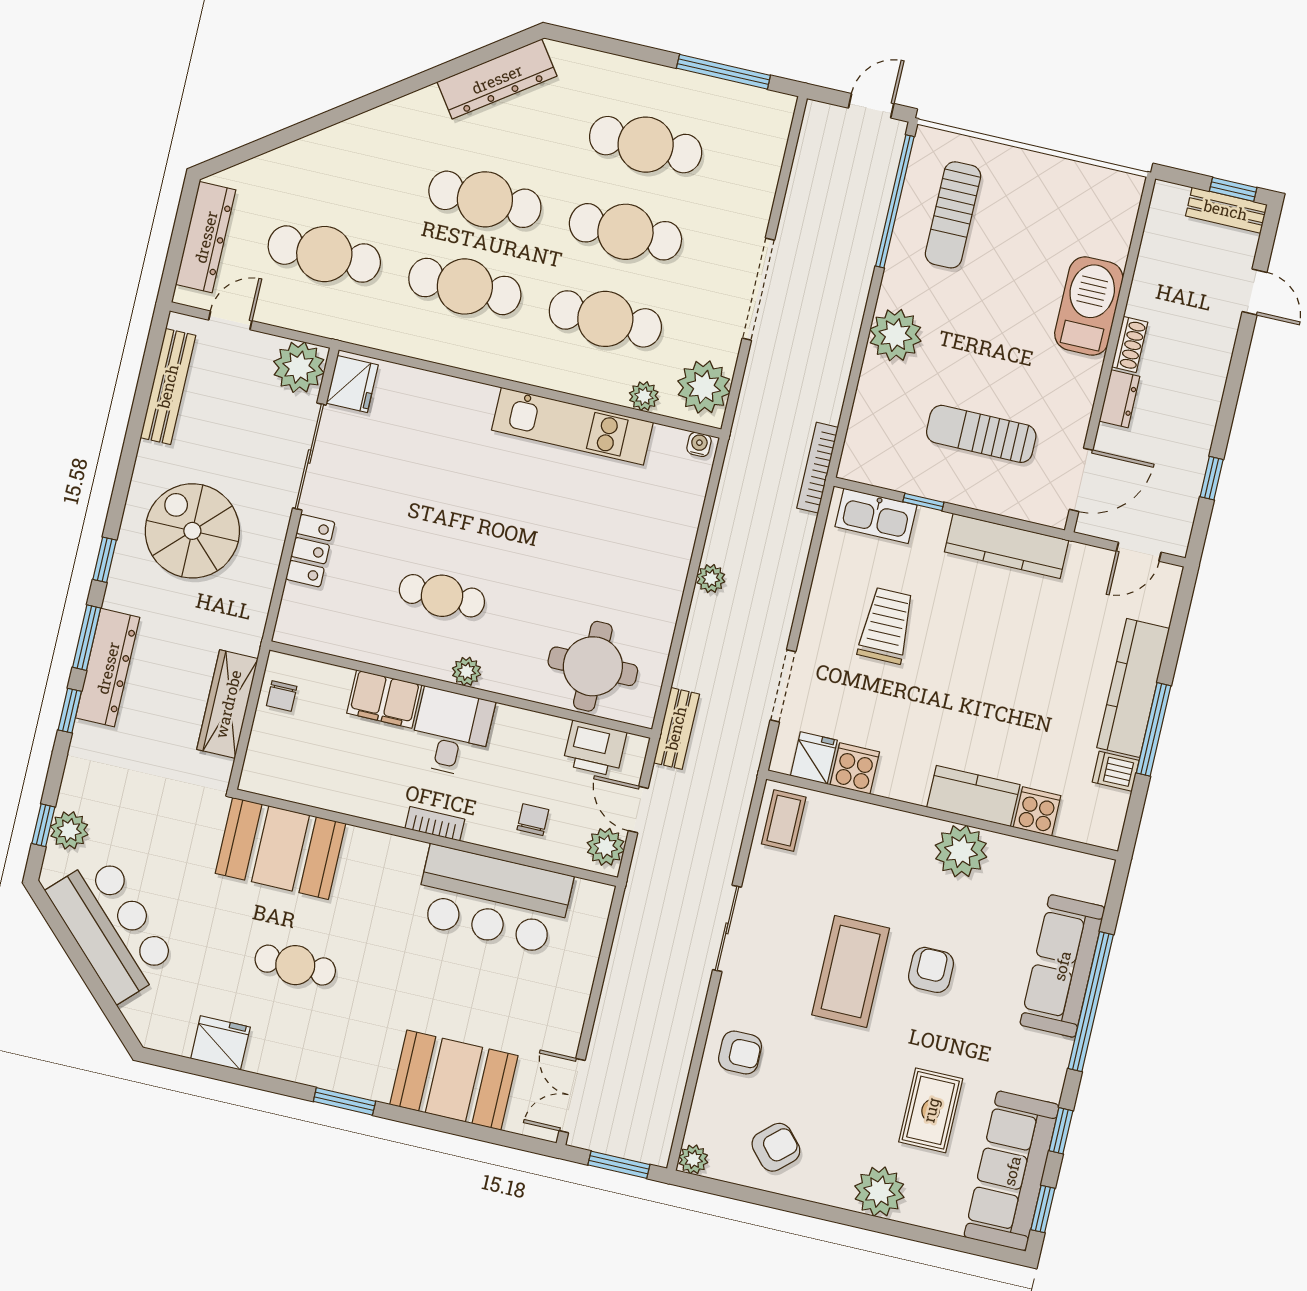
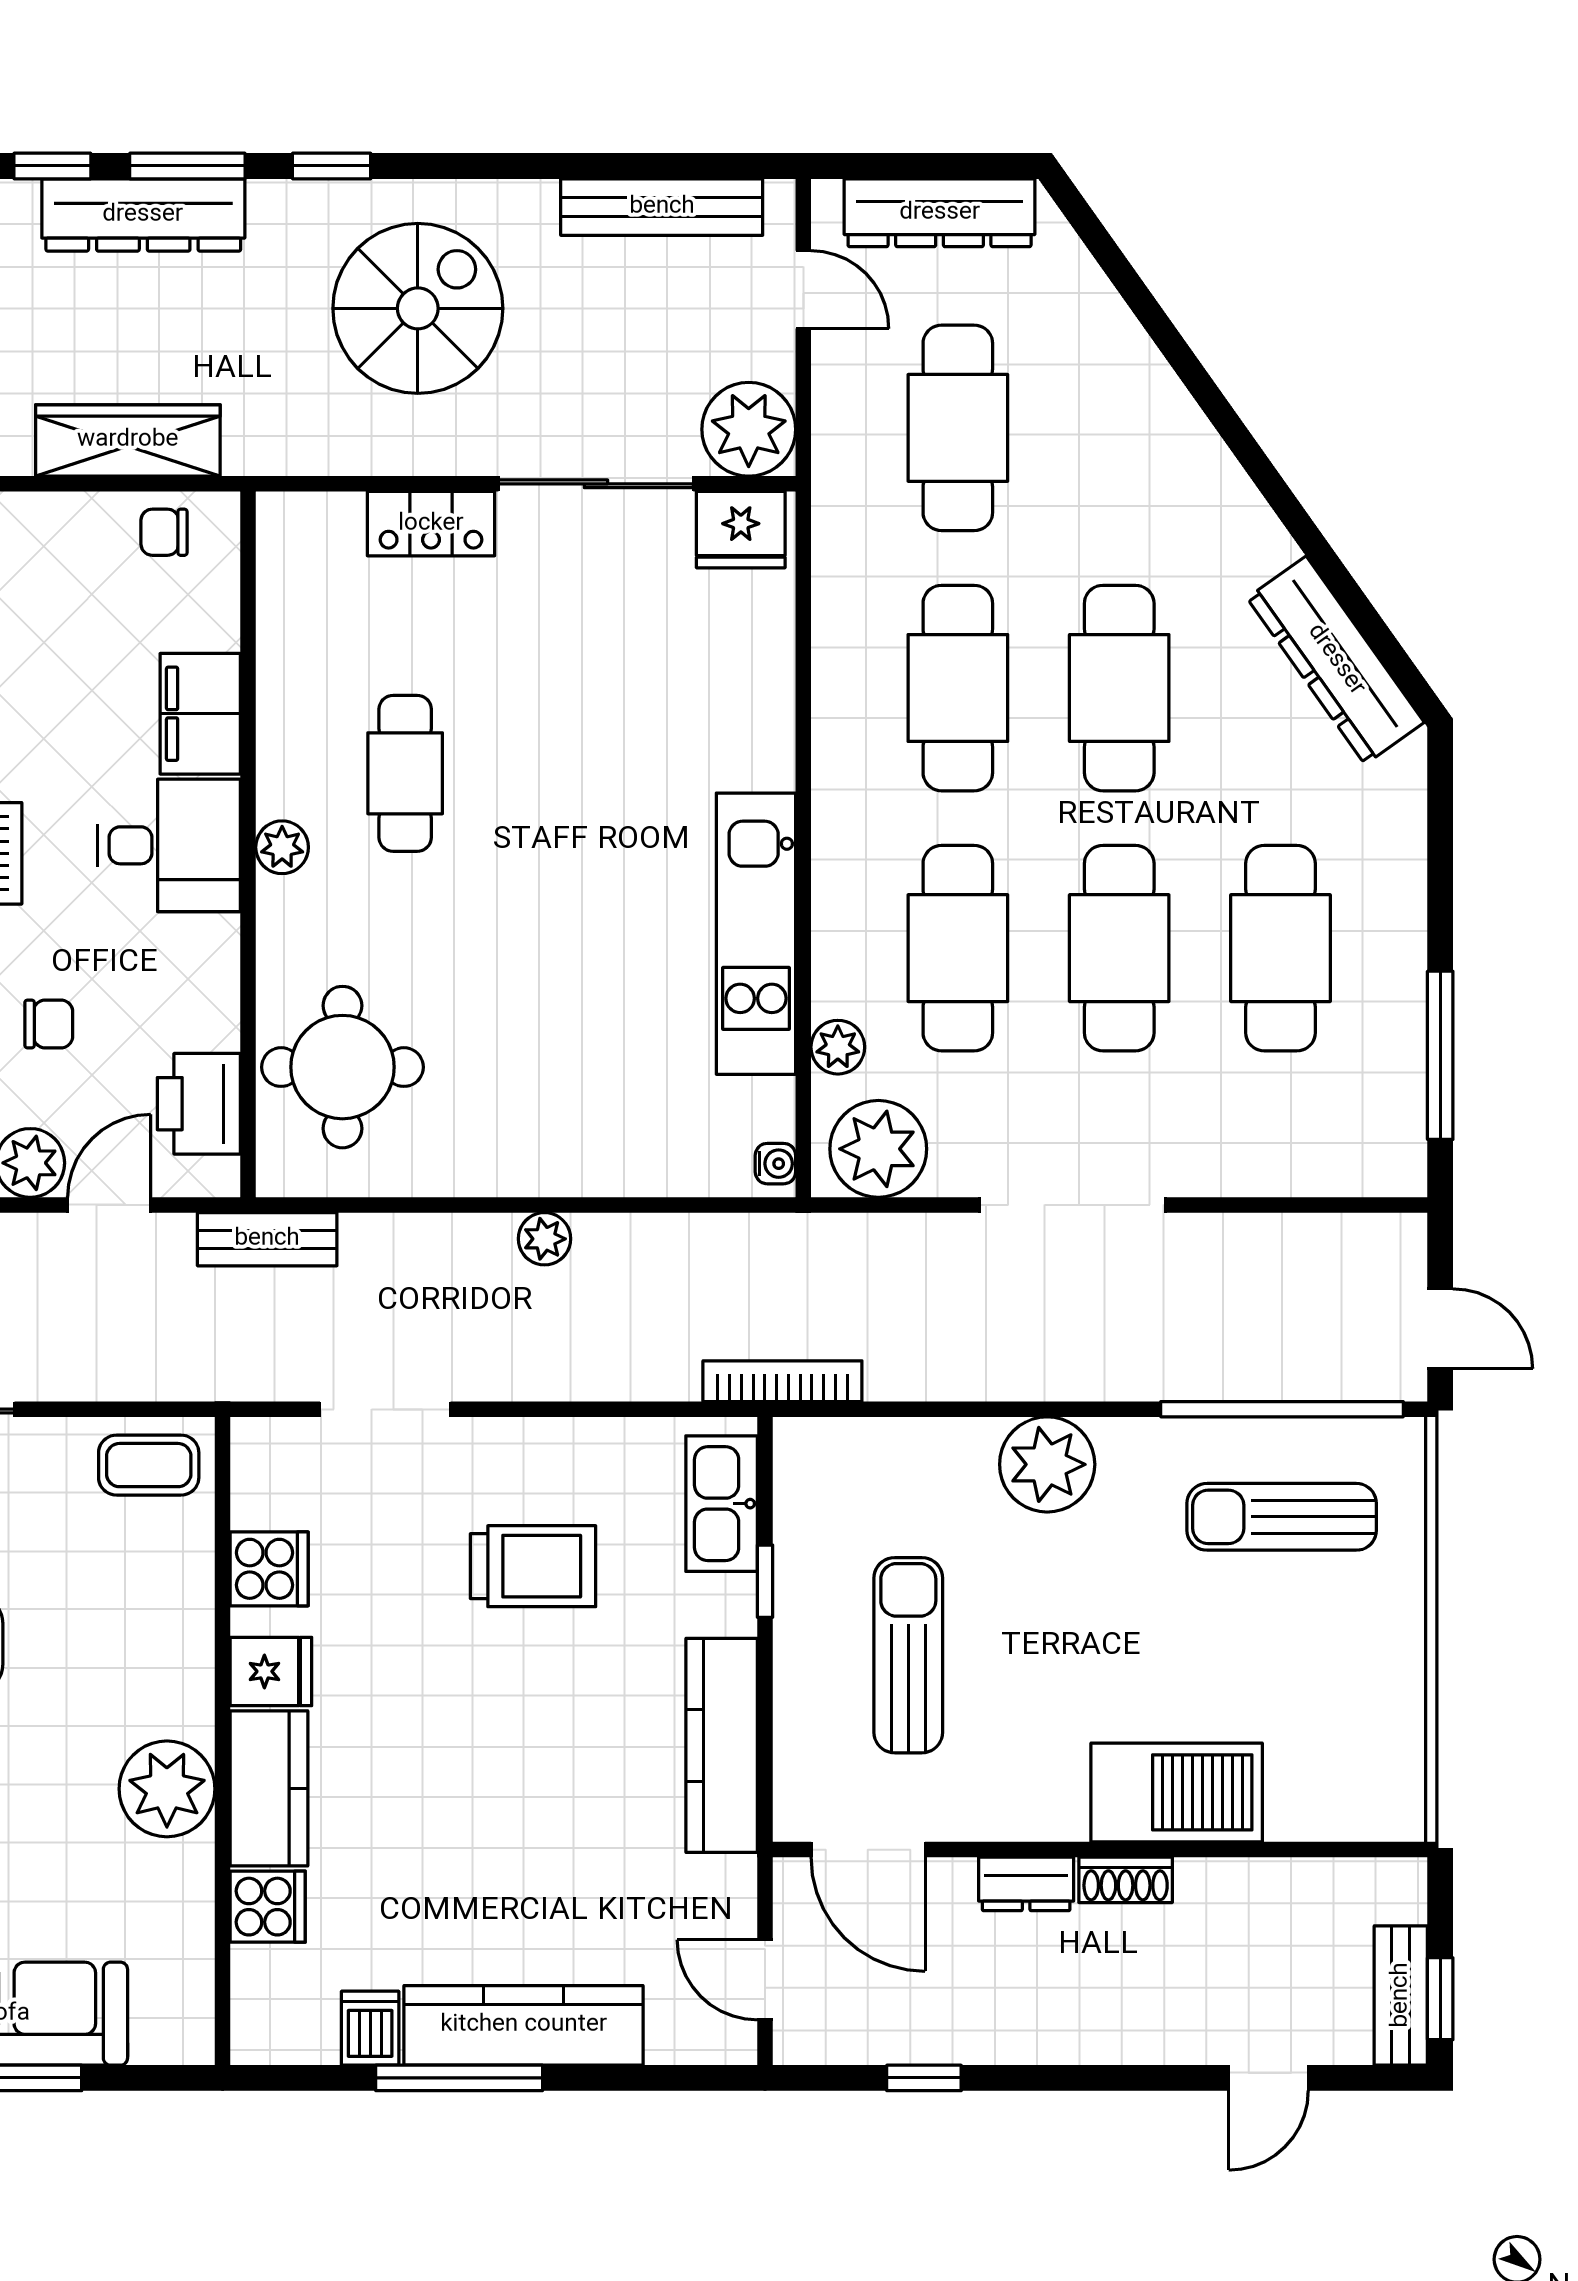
fridge: (814, 758) -> (271, 1671), moved

